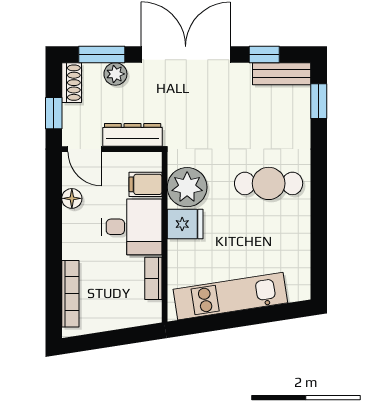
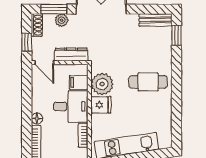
window: (264, 54) -> (146, 9), removed
floor lamp: (72, 198) -> (37, 118), moved

